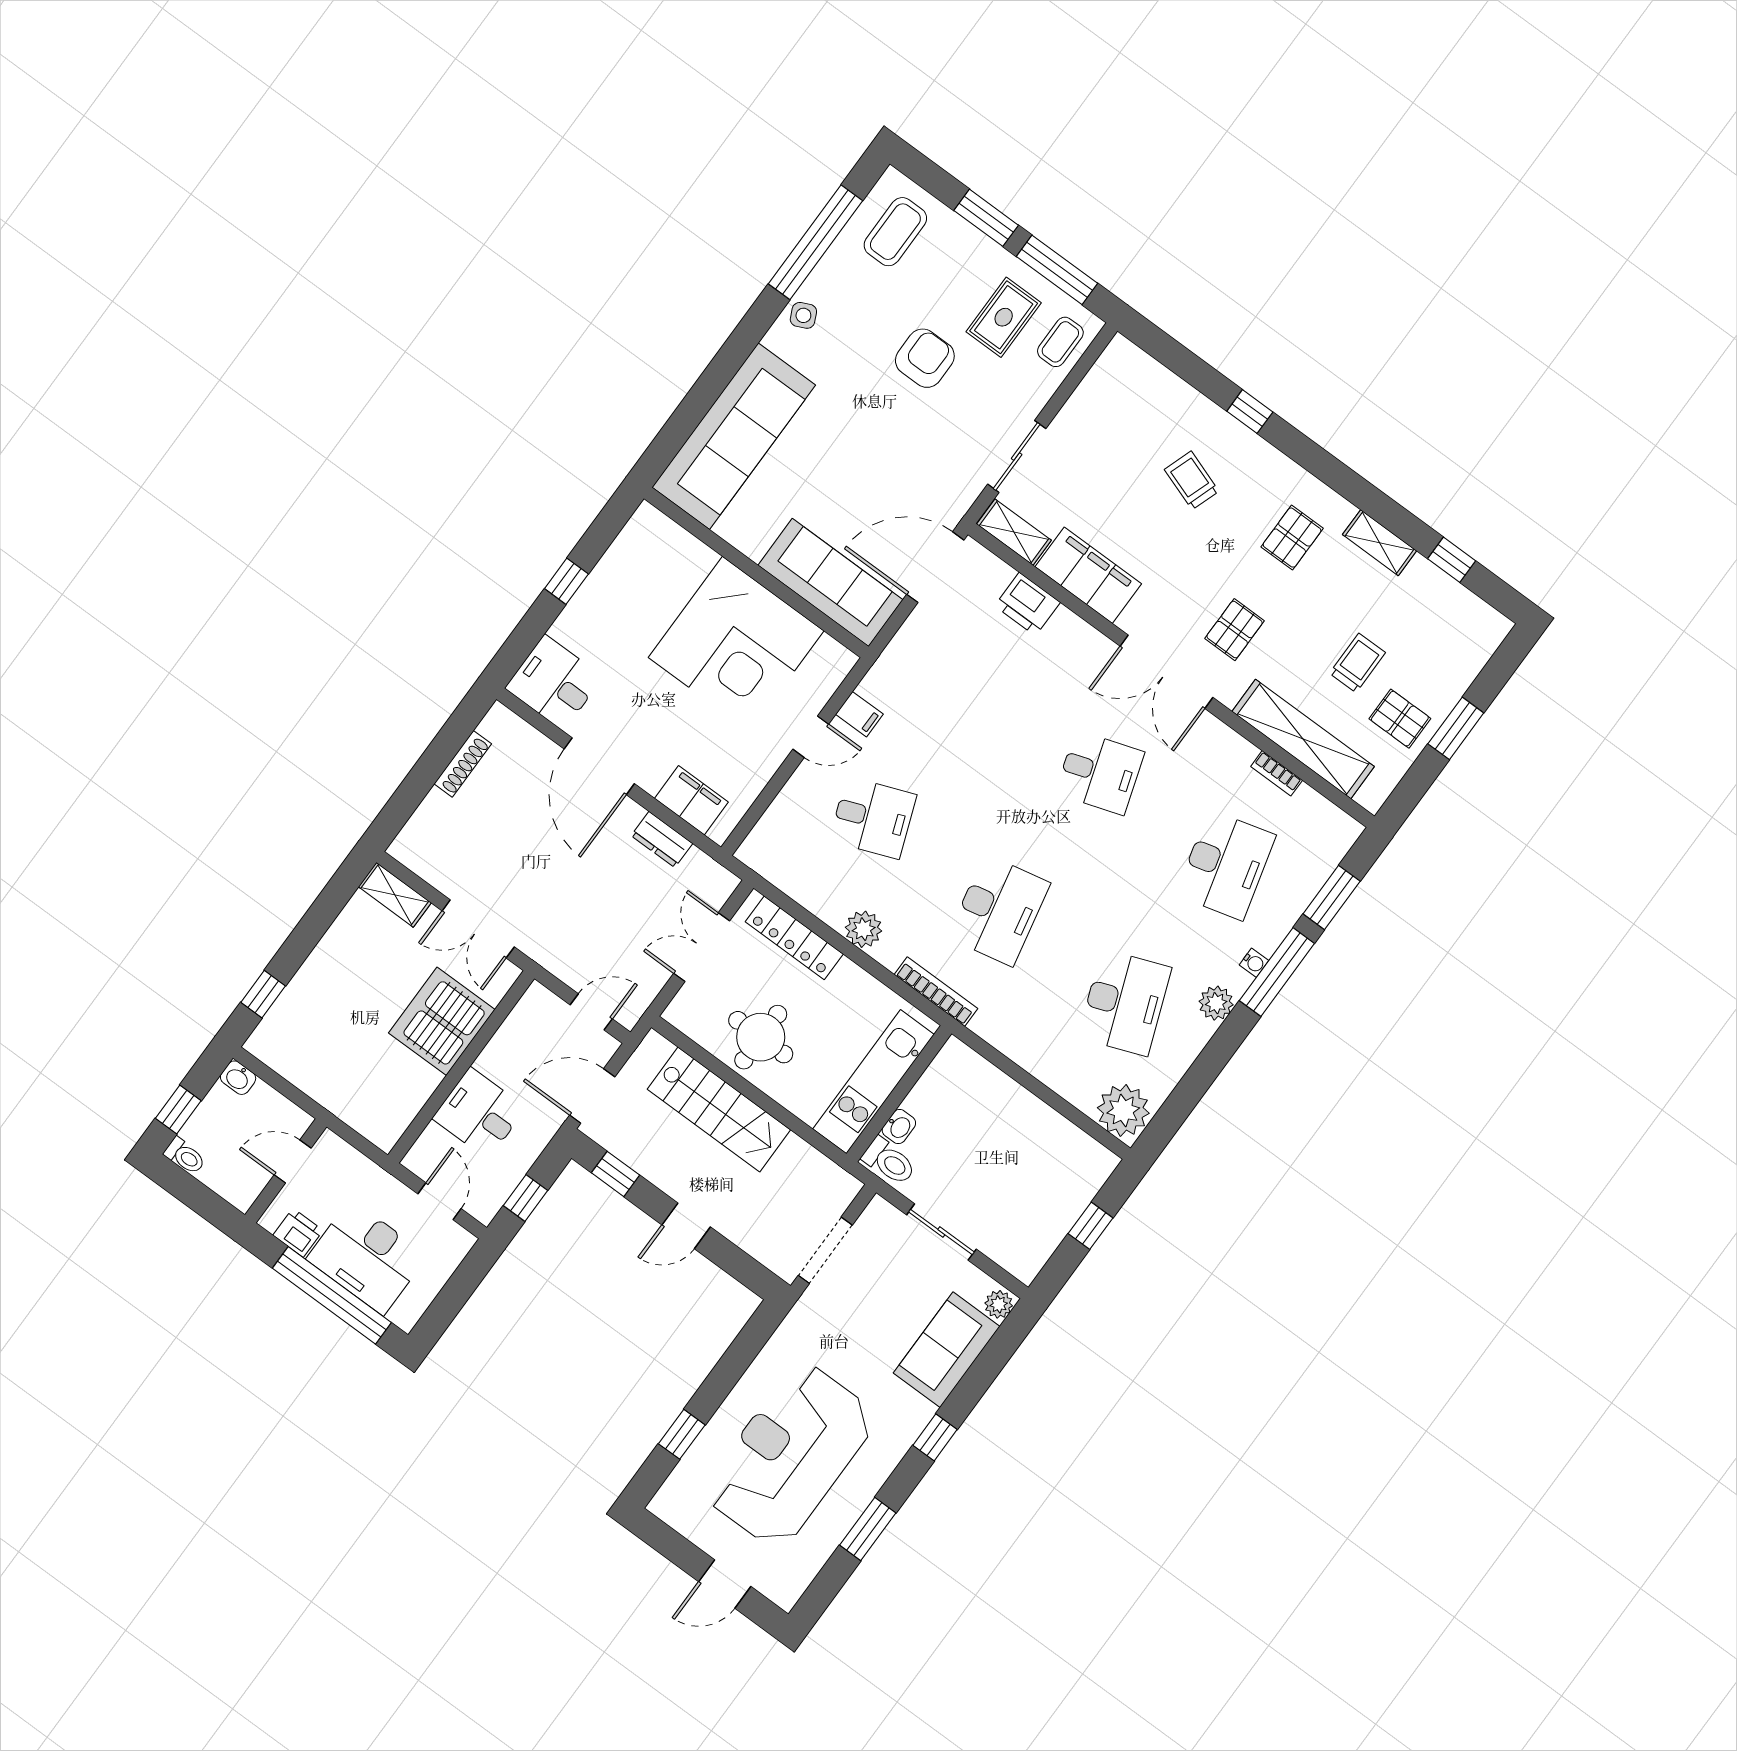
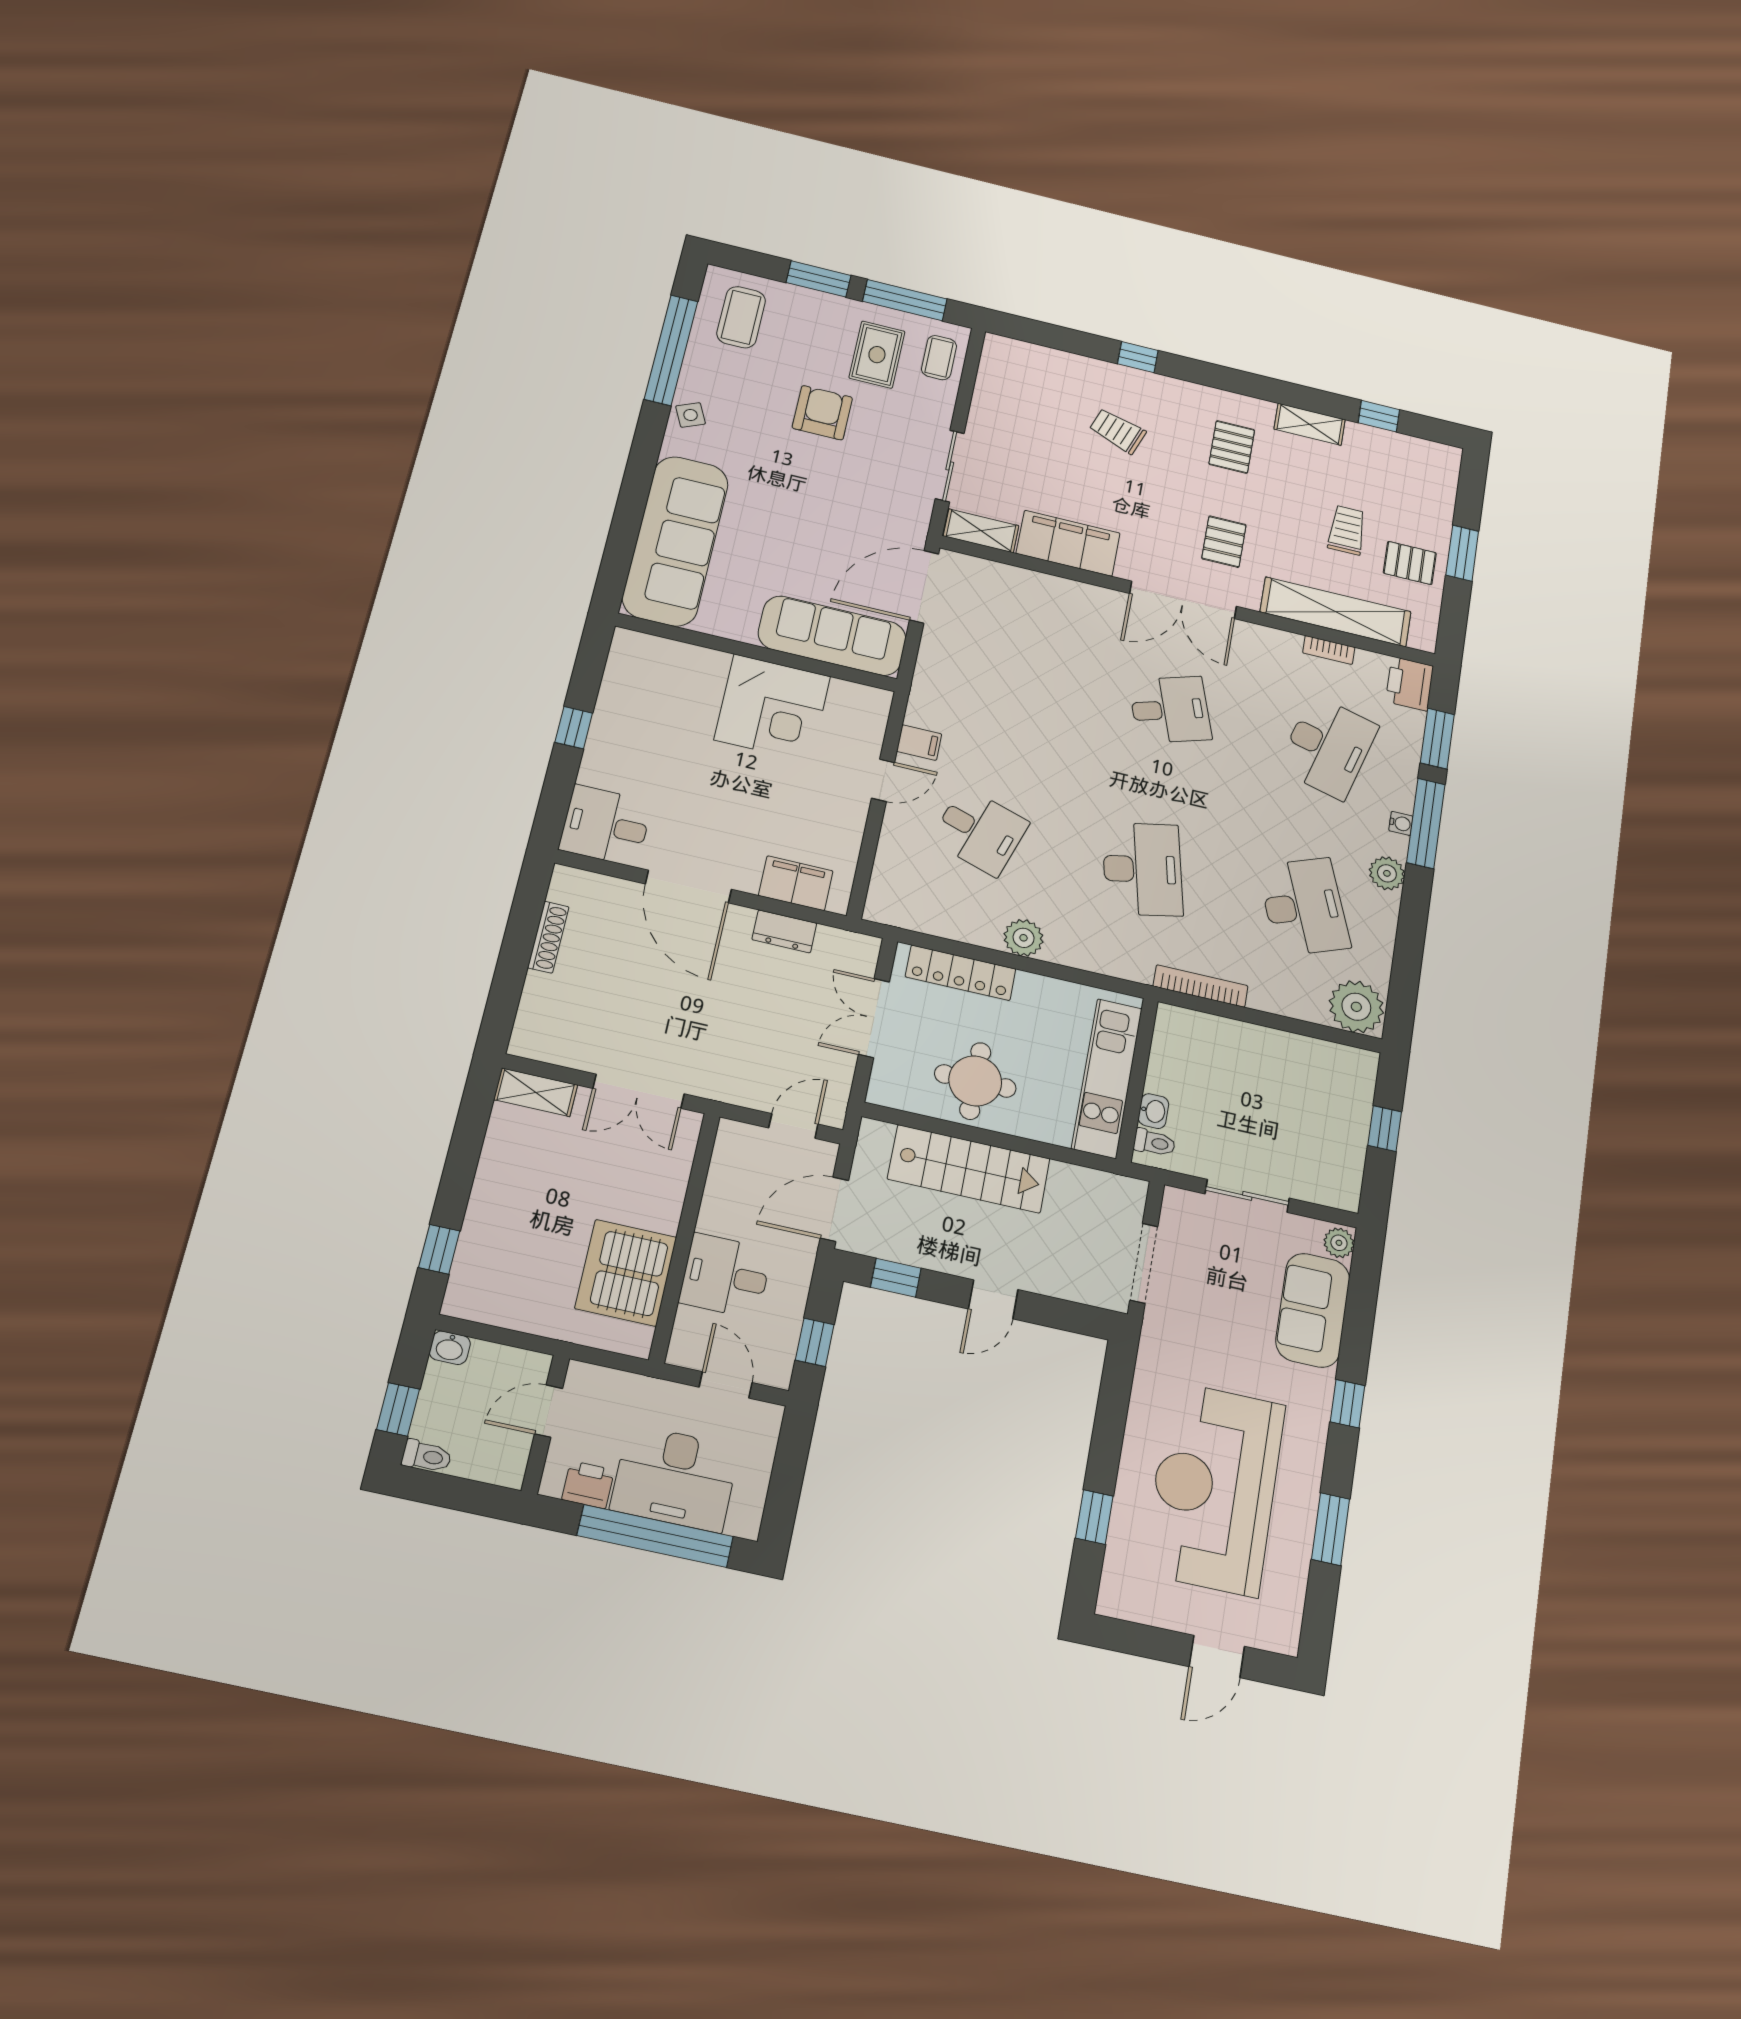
printer: (1027, 604) -> (1410, 684), moved, turned 90
corner desk: (736, 644) -> (772, 708), width x0.74, depth x0.74
desk: (873, 818) -> (980, 831), turned 39
desk: (1226, 865) -> (1328, 747), turned 30
bookcase: (936, 992) -> (1201, 986), moved
server rack: (442, 1021) -> (626, 1273), moved
toilet: (889, 1161) -> (1154, 1143), width x0.73, depth x0.72

